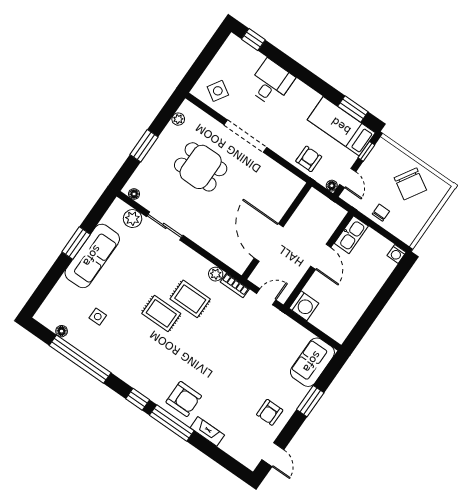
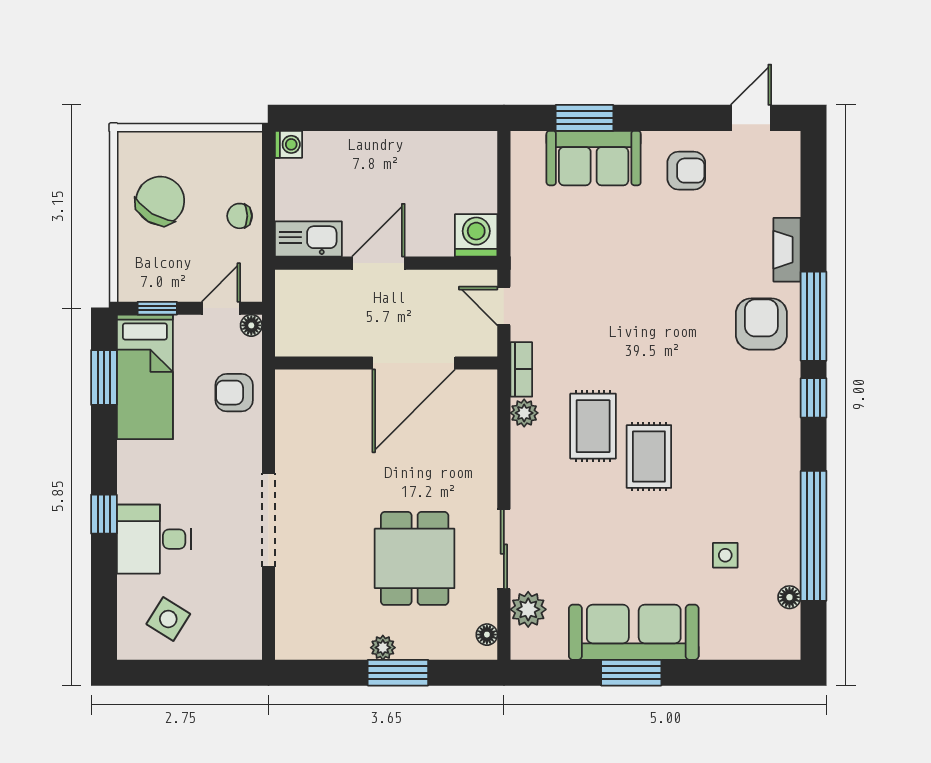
window: (253, 40) -> (104, 514), moved
side table: (218, 91) -> (168, 619), moved
plant: (178, 119) -> (383, 648), moved
dining table: (201, 167) -> (415, 558), moved
sofa: (312, 362) -> (594, 158), moved
window: (310, 401) -> (585, 118), moved

